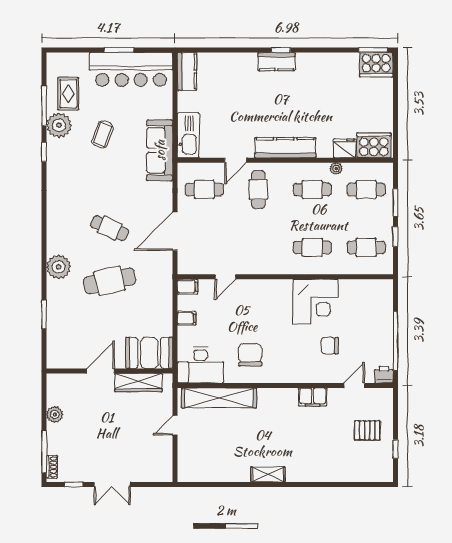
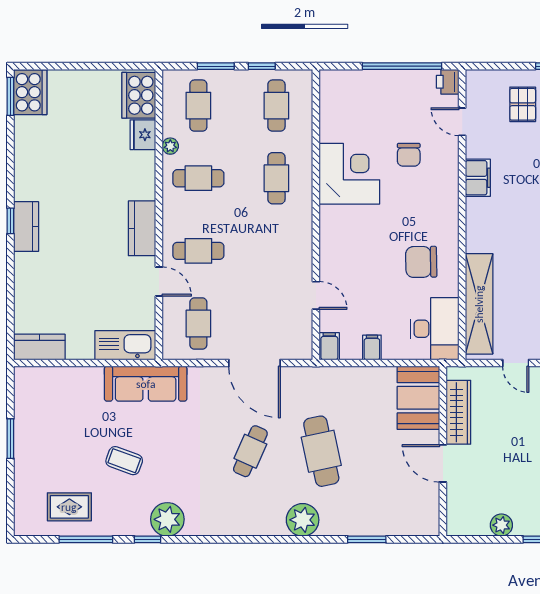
bar counter: (131, 69) -> (37, 422), removed
plant: (59, 125) -> (167, 519), moved
kitchen counter: (285, 148) -> (142, 228), width x0.67
cafe table: (312, 190) -> (198, 178), turned 90

